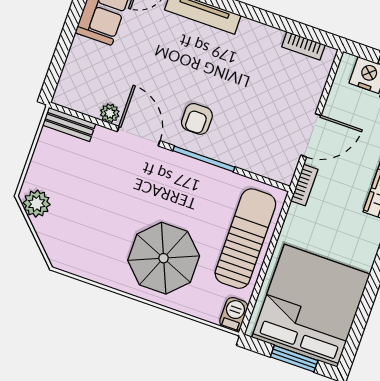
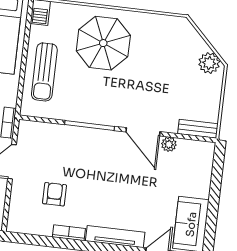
bookcase: (303, 46) -> (69, 233), moved
armchair: (197, 119) -> (55, 194), moved
sun lounger: (245, 239) -> (44, 72), width x0.73, depth x0.75

